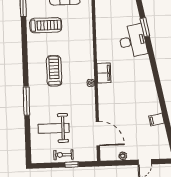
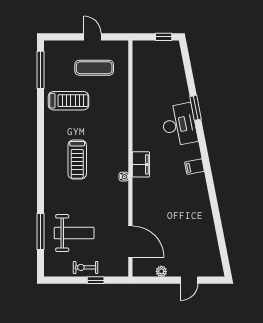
treadmill: (54, 71) -> (77, 159), turned 180
window: (26, 101) -> (41, 232), moved
filing cabinet: (156, 120) -> (195, 167), moved
weight bench: (54, 128) -> (74, 233), turned 180

